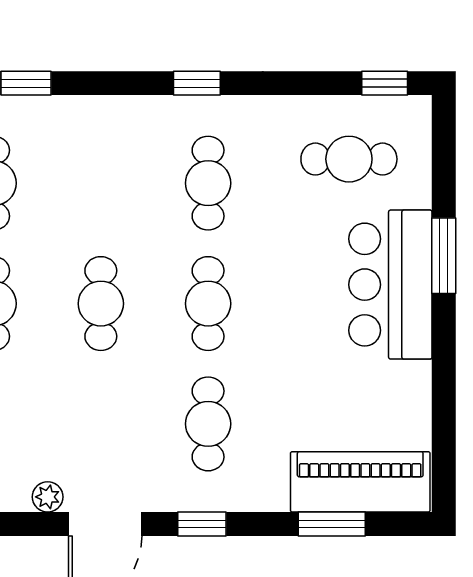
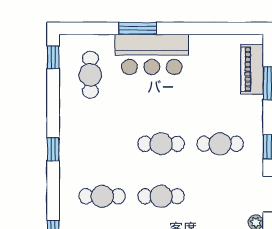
cafe table: (208, 183) -> (102, 196), moved
piano: (360, 482) -> (252, 69), width x0.73, depth x0.75

